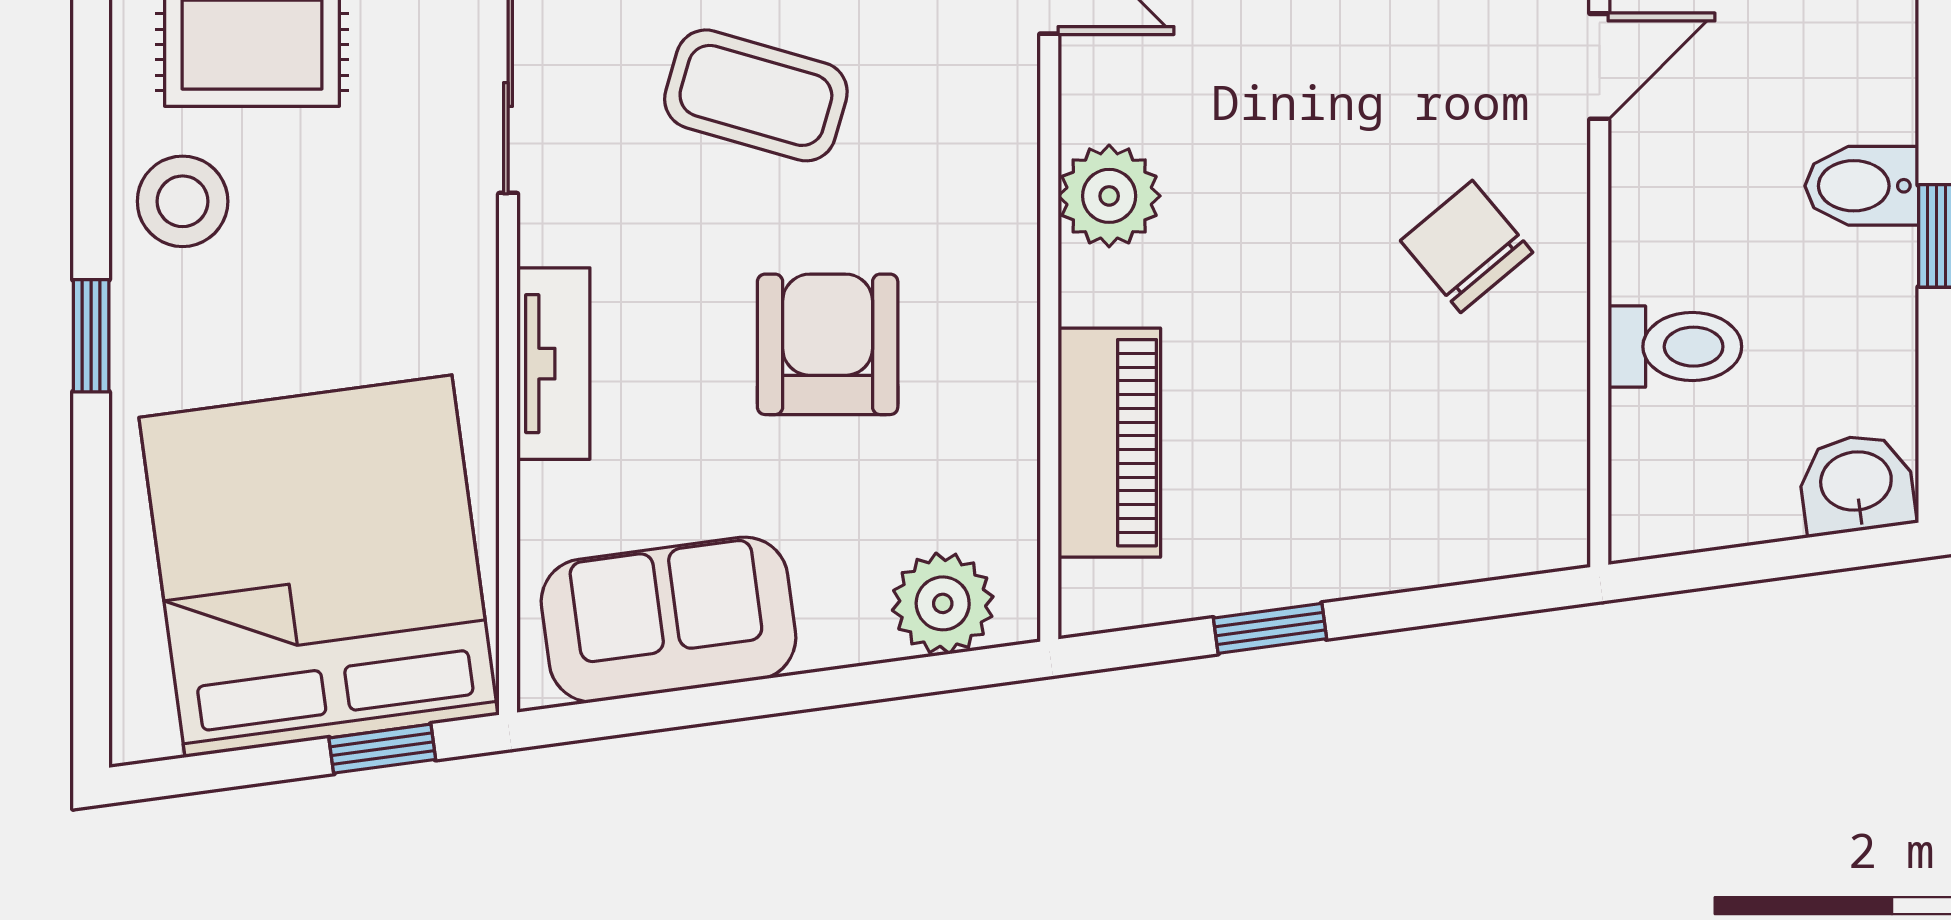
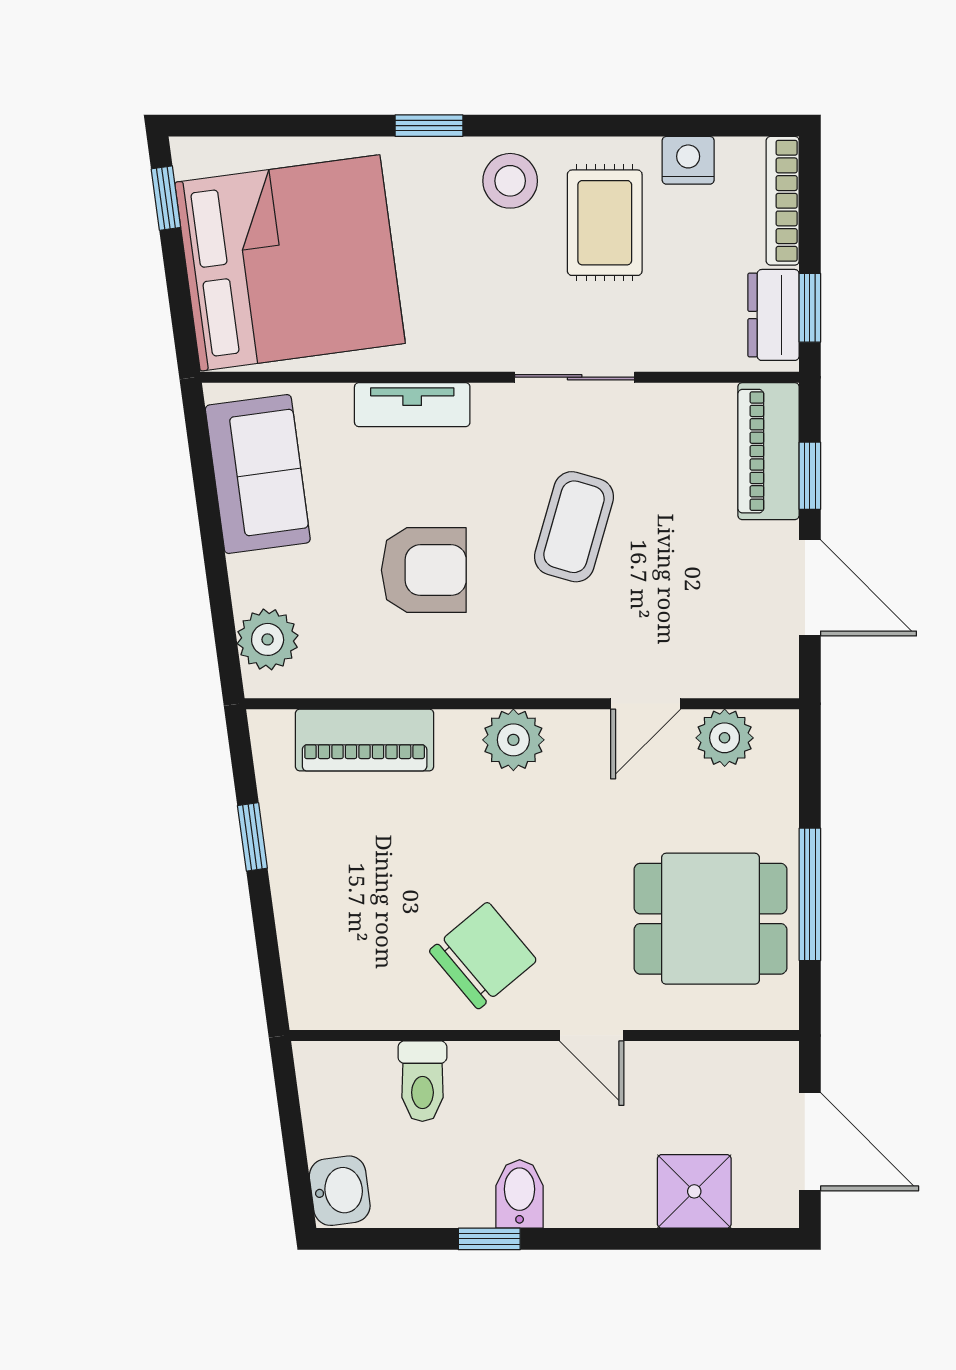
chair: (1467, 246) -> (483, 956), width x1.37, depth x1.37
window: (382, 749) -> (166, 198), moved

